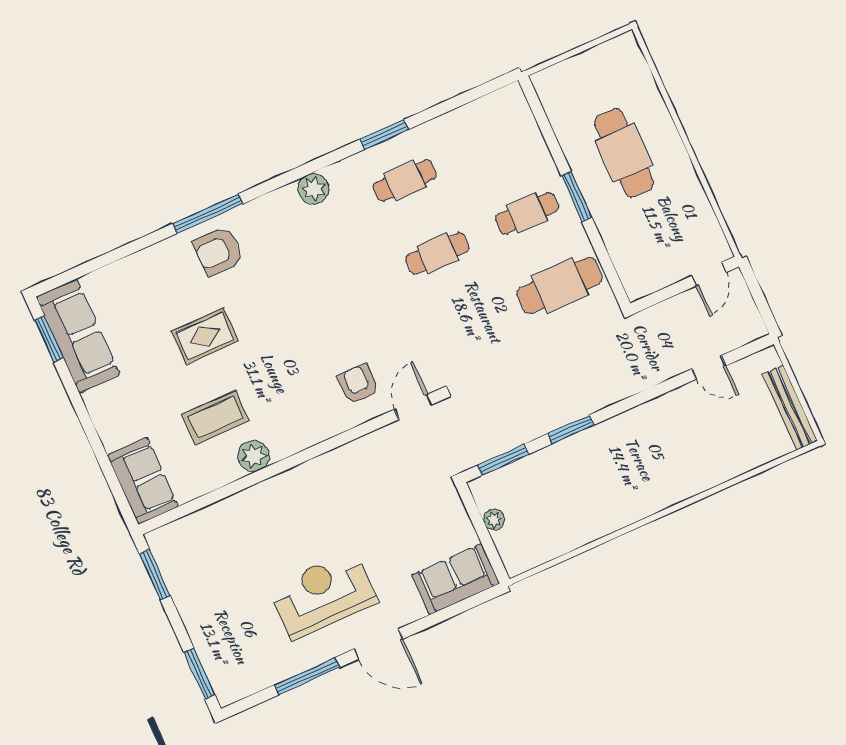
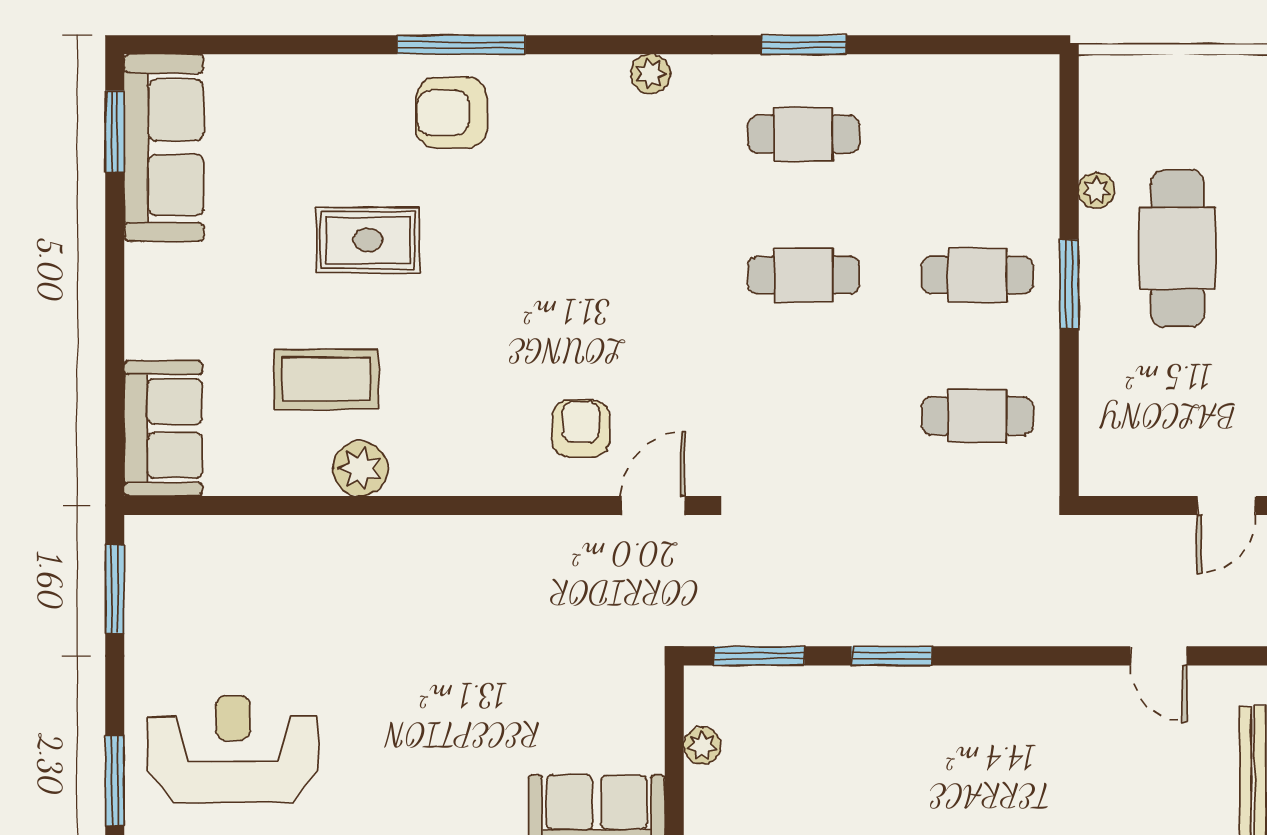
plant: (569, 142) -> (1096, 190), added
plant: (314, 189) -> (651, 74), width x0.73, depth x0.73
cafe table: (560, 286) -> (977, 416), width x0.73, depth x0.74
reception desk: (323, 594) -> (233, 749), moved

